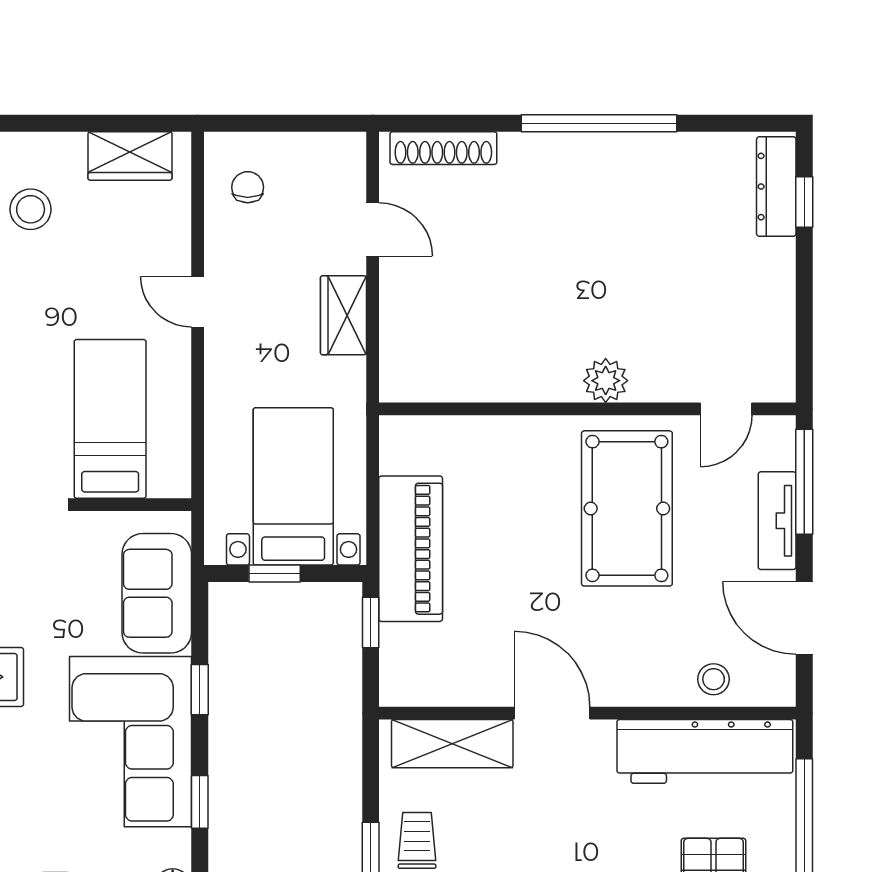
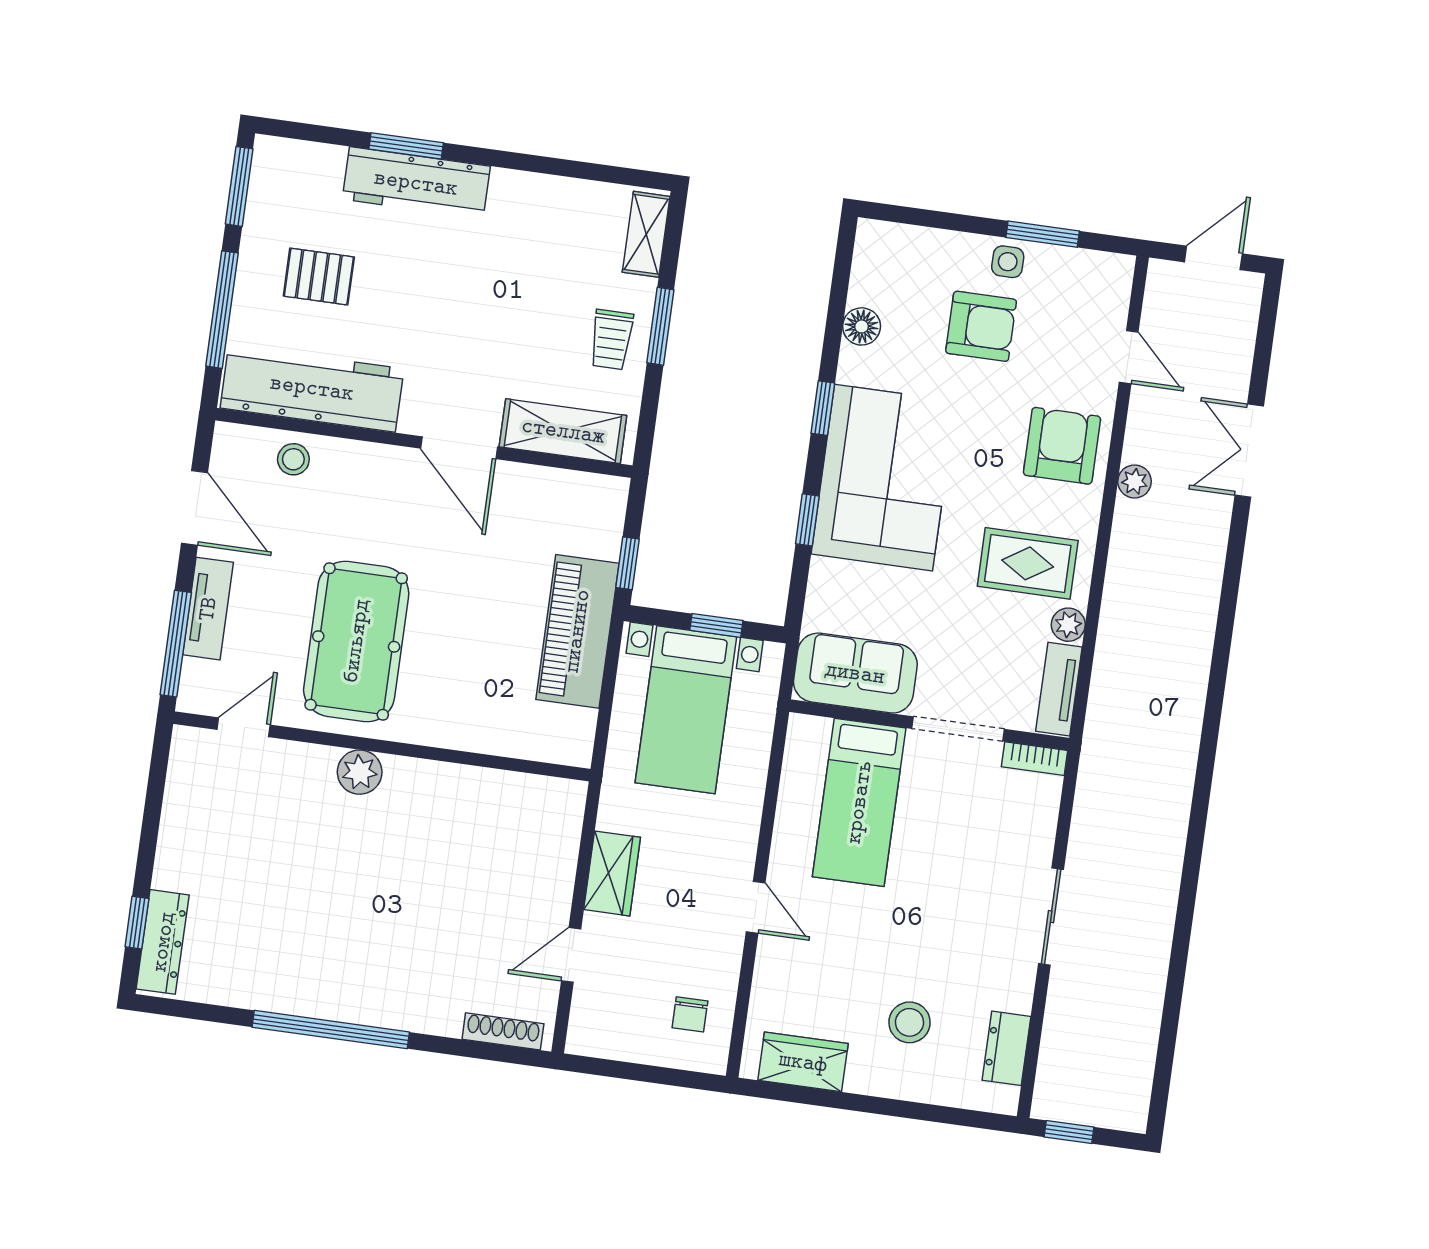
shoe rack: (443, 148) -> (503, 1031), width x0.74, depth x0.81
door: (373, 229) -> (571, 955), hinge flipped
sofa: (157, 593) -> (855, 673), moved, turned -90

